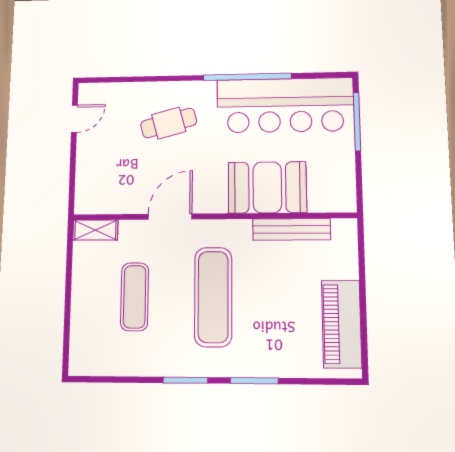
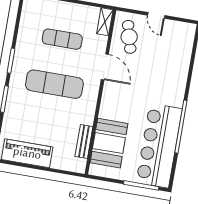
door: (74, 119) -> (156, 15), moved
cafe table: (169, 123) -> (129, 37), moved
booth: (267, 187) -> (109, 143), moved
bench: (292, 229) -> (84, 141), width x0.73

